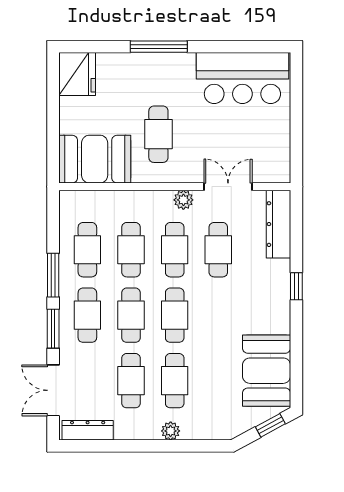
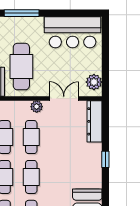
cafe table: (158, 134) -> (21, 67), width x1.37, depth x1.35
plant: (277, 160) -> (94, 82), added
cafe table: (218, 250) -> (58, 137), removed

